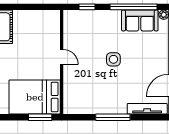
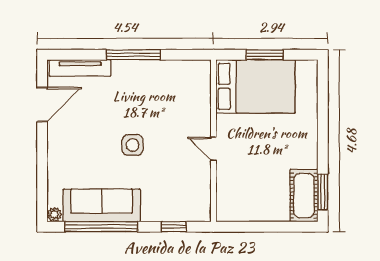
sofa: (140, 20) -> (102, 205), width x1.36
window: (40, 117) -> (265, 55), moved

